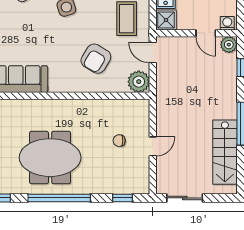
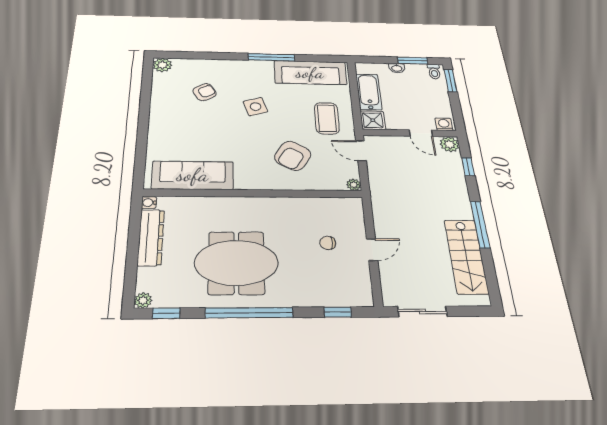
plant: (139, 82) -> (354, 185), width x0.53, depth x0.53

